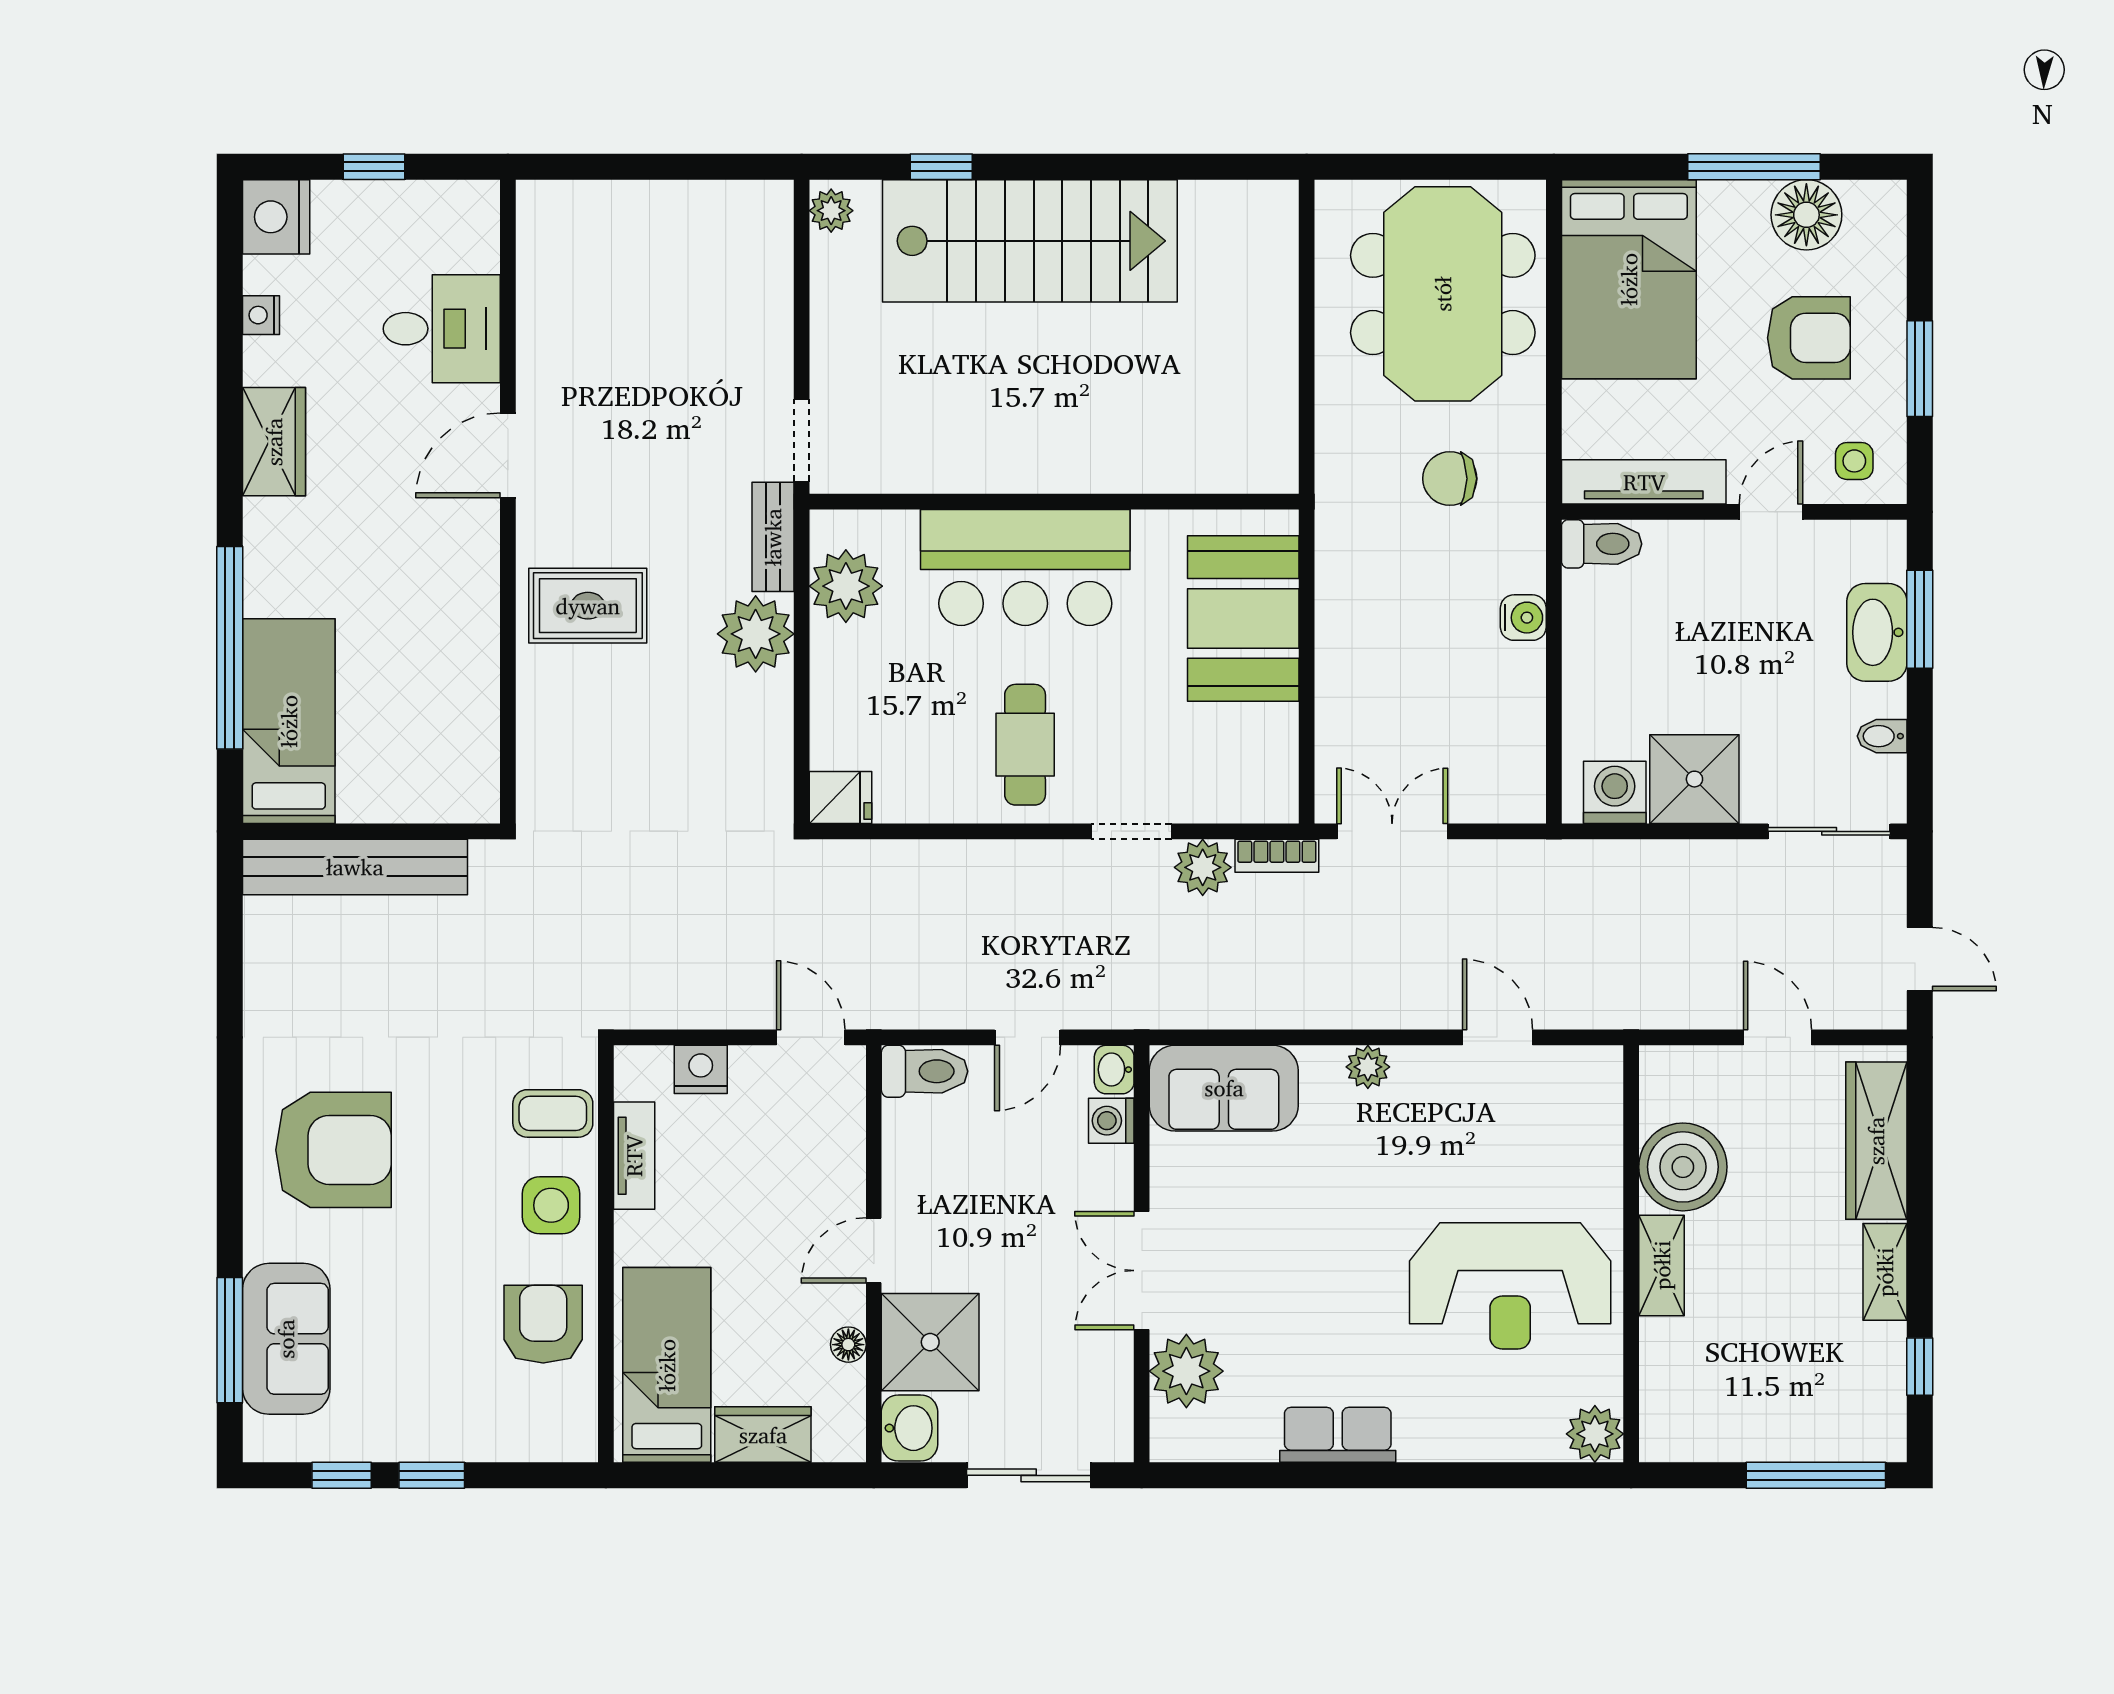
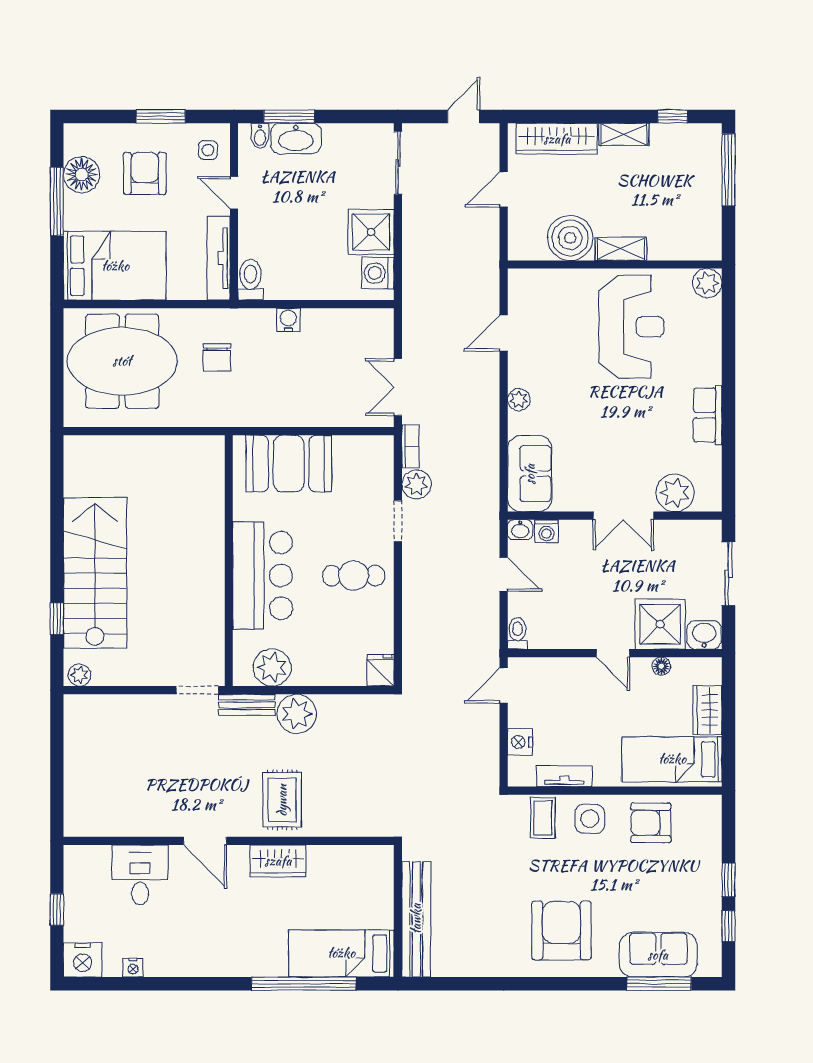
wardrobe: (274, 442) -> (278, 861), moved, turned 180
bidet: (1882, 736) -> (260, 136), moved
toilet: (925, 1071) -> (517, 633), width x0.73, depth x0.72

